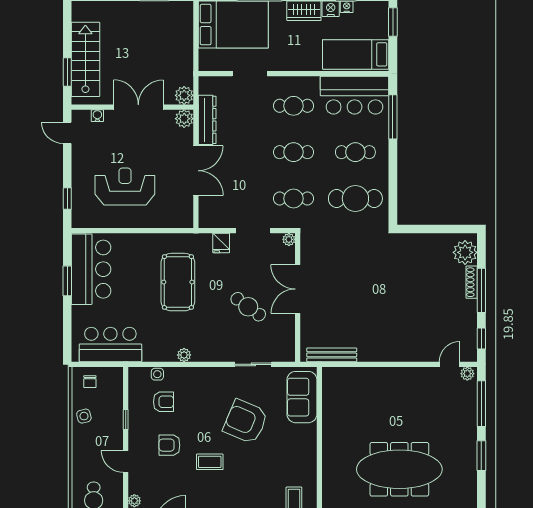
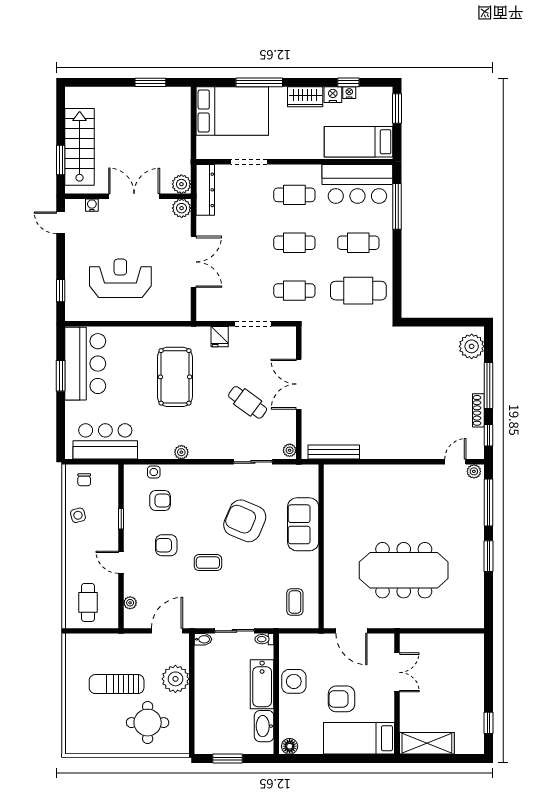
dresser: (207, 120) -> (205, 190), moved
plant: (289, 239) -> (290, 450), moved
shoe rack: (472, 282) -> (478, 410), moved
sofa: (302, 397) -> (303, 524), moved

